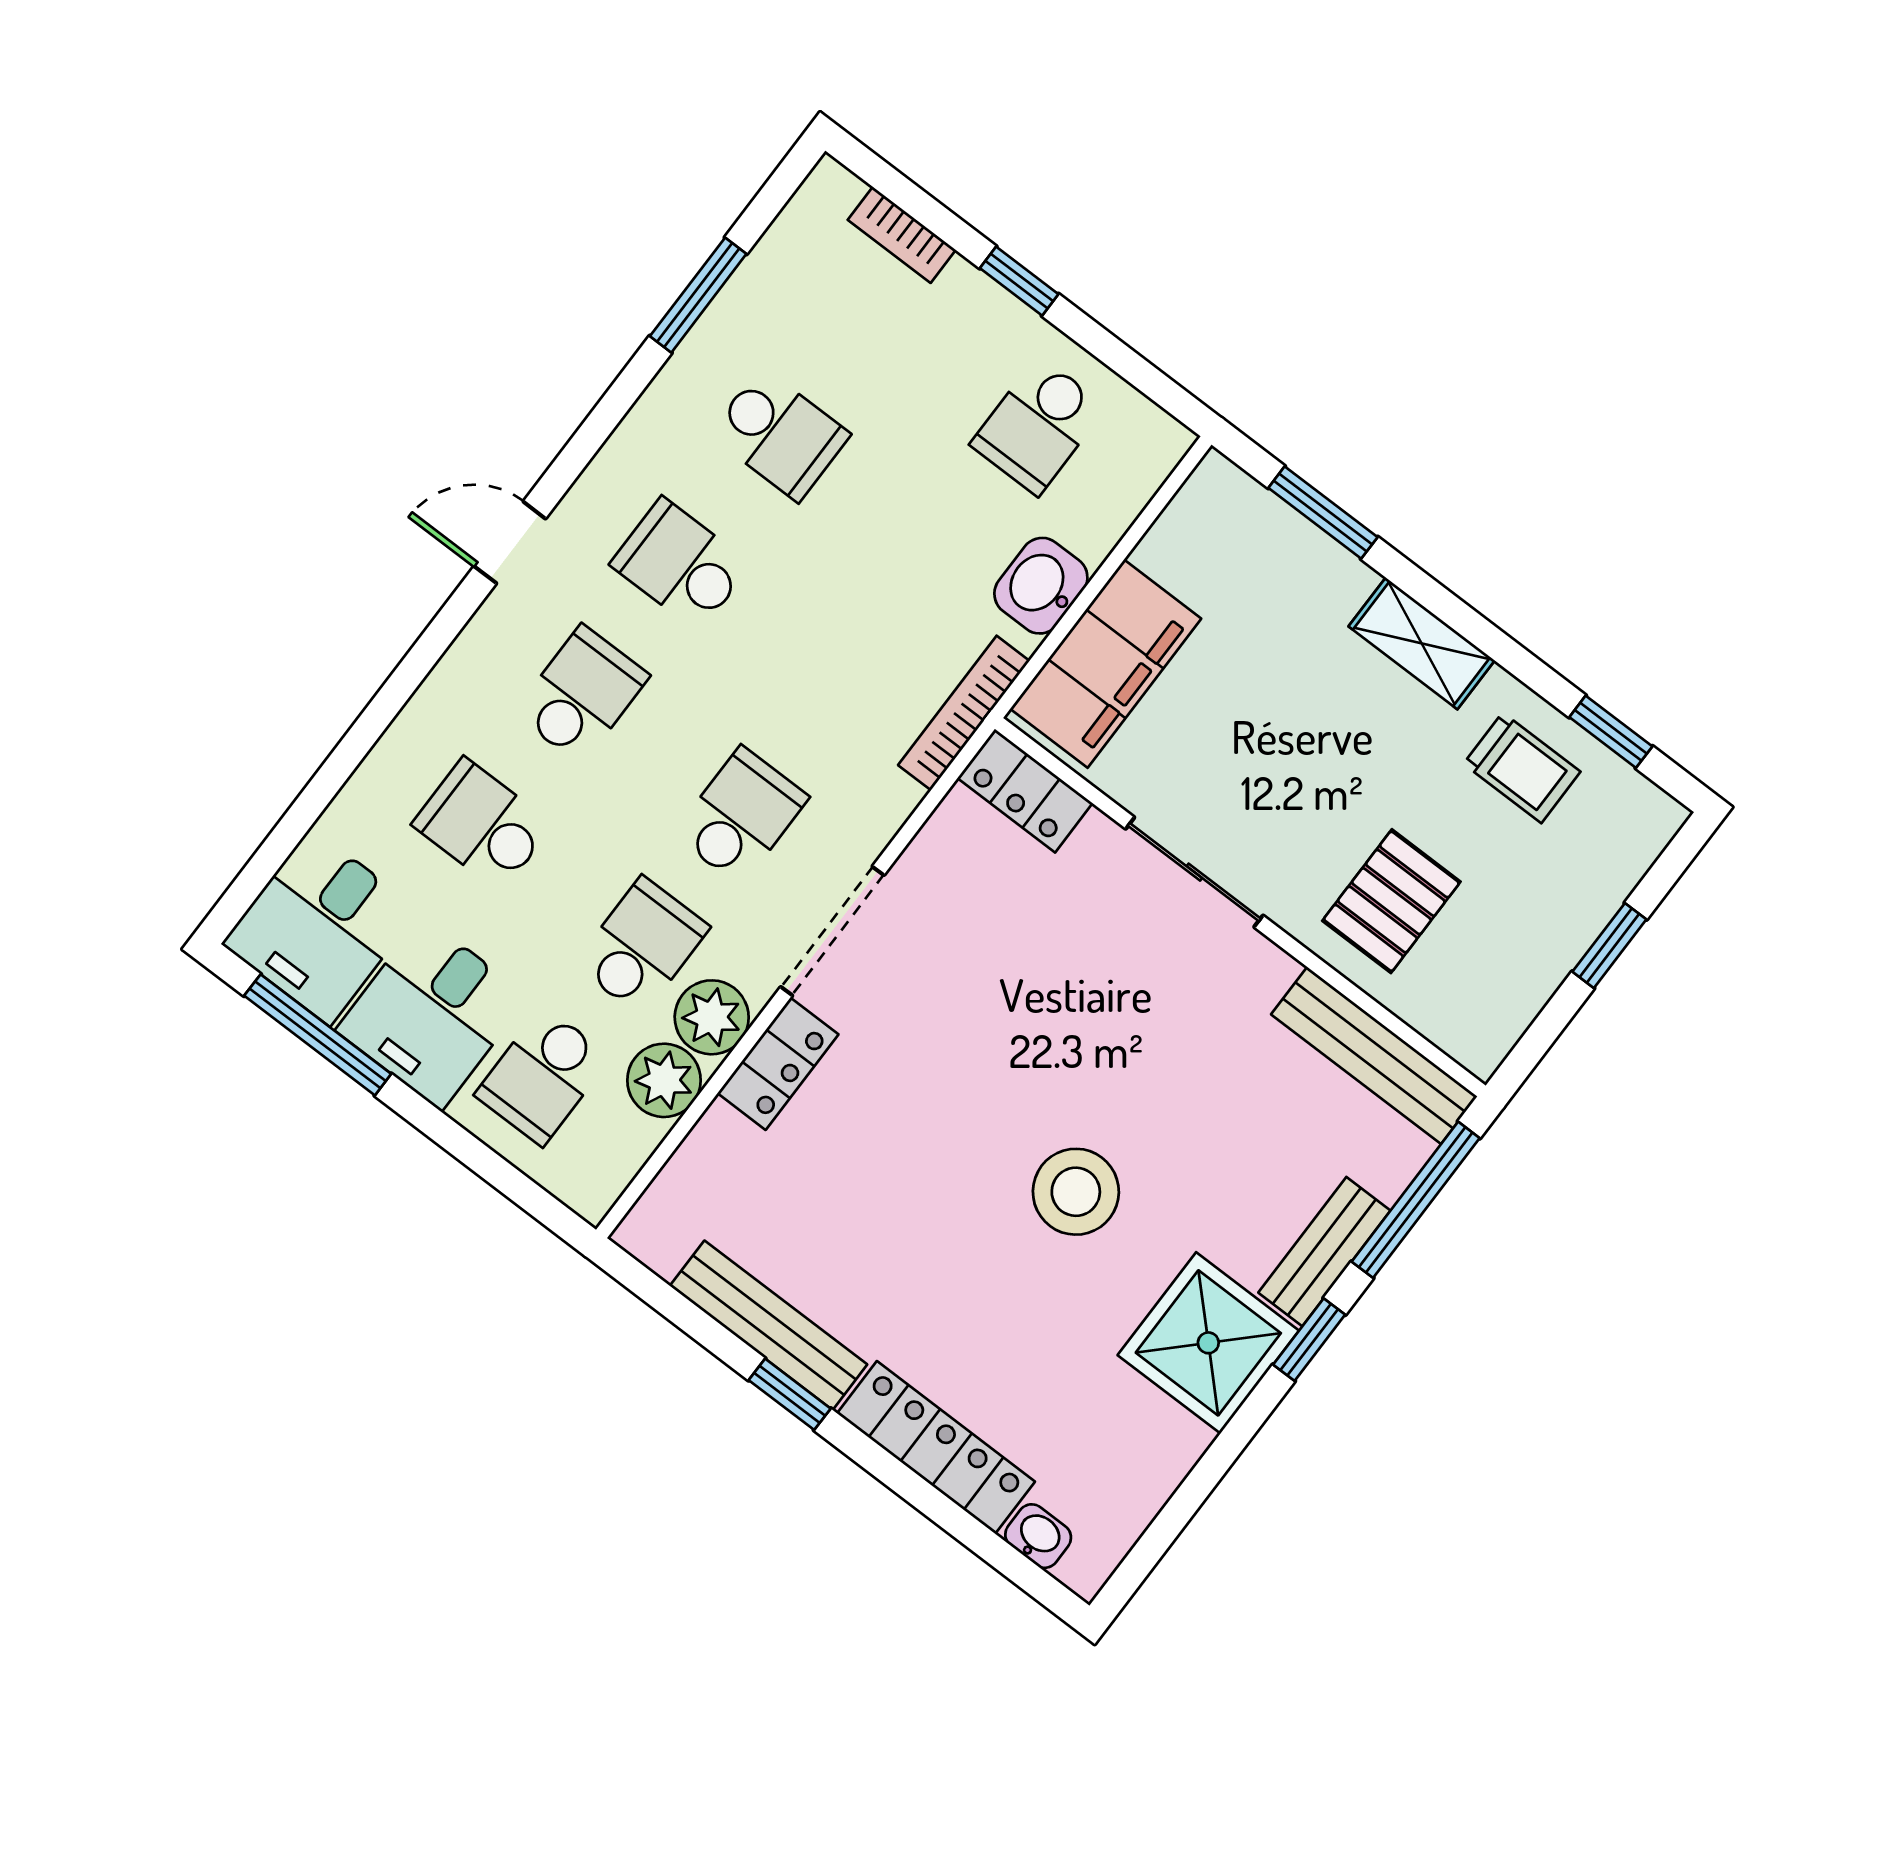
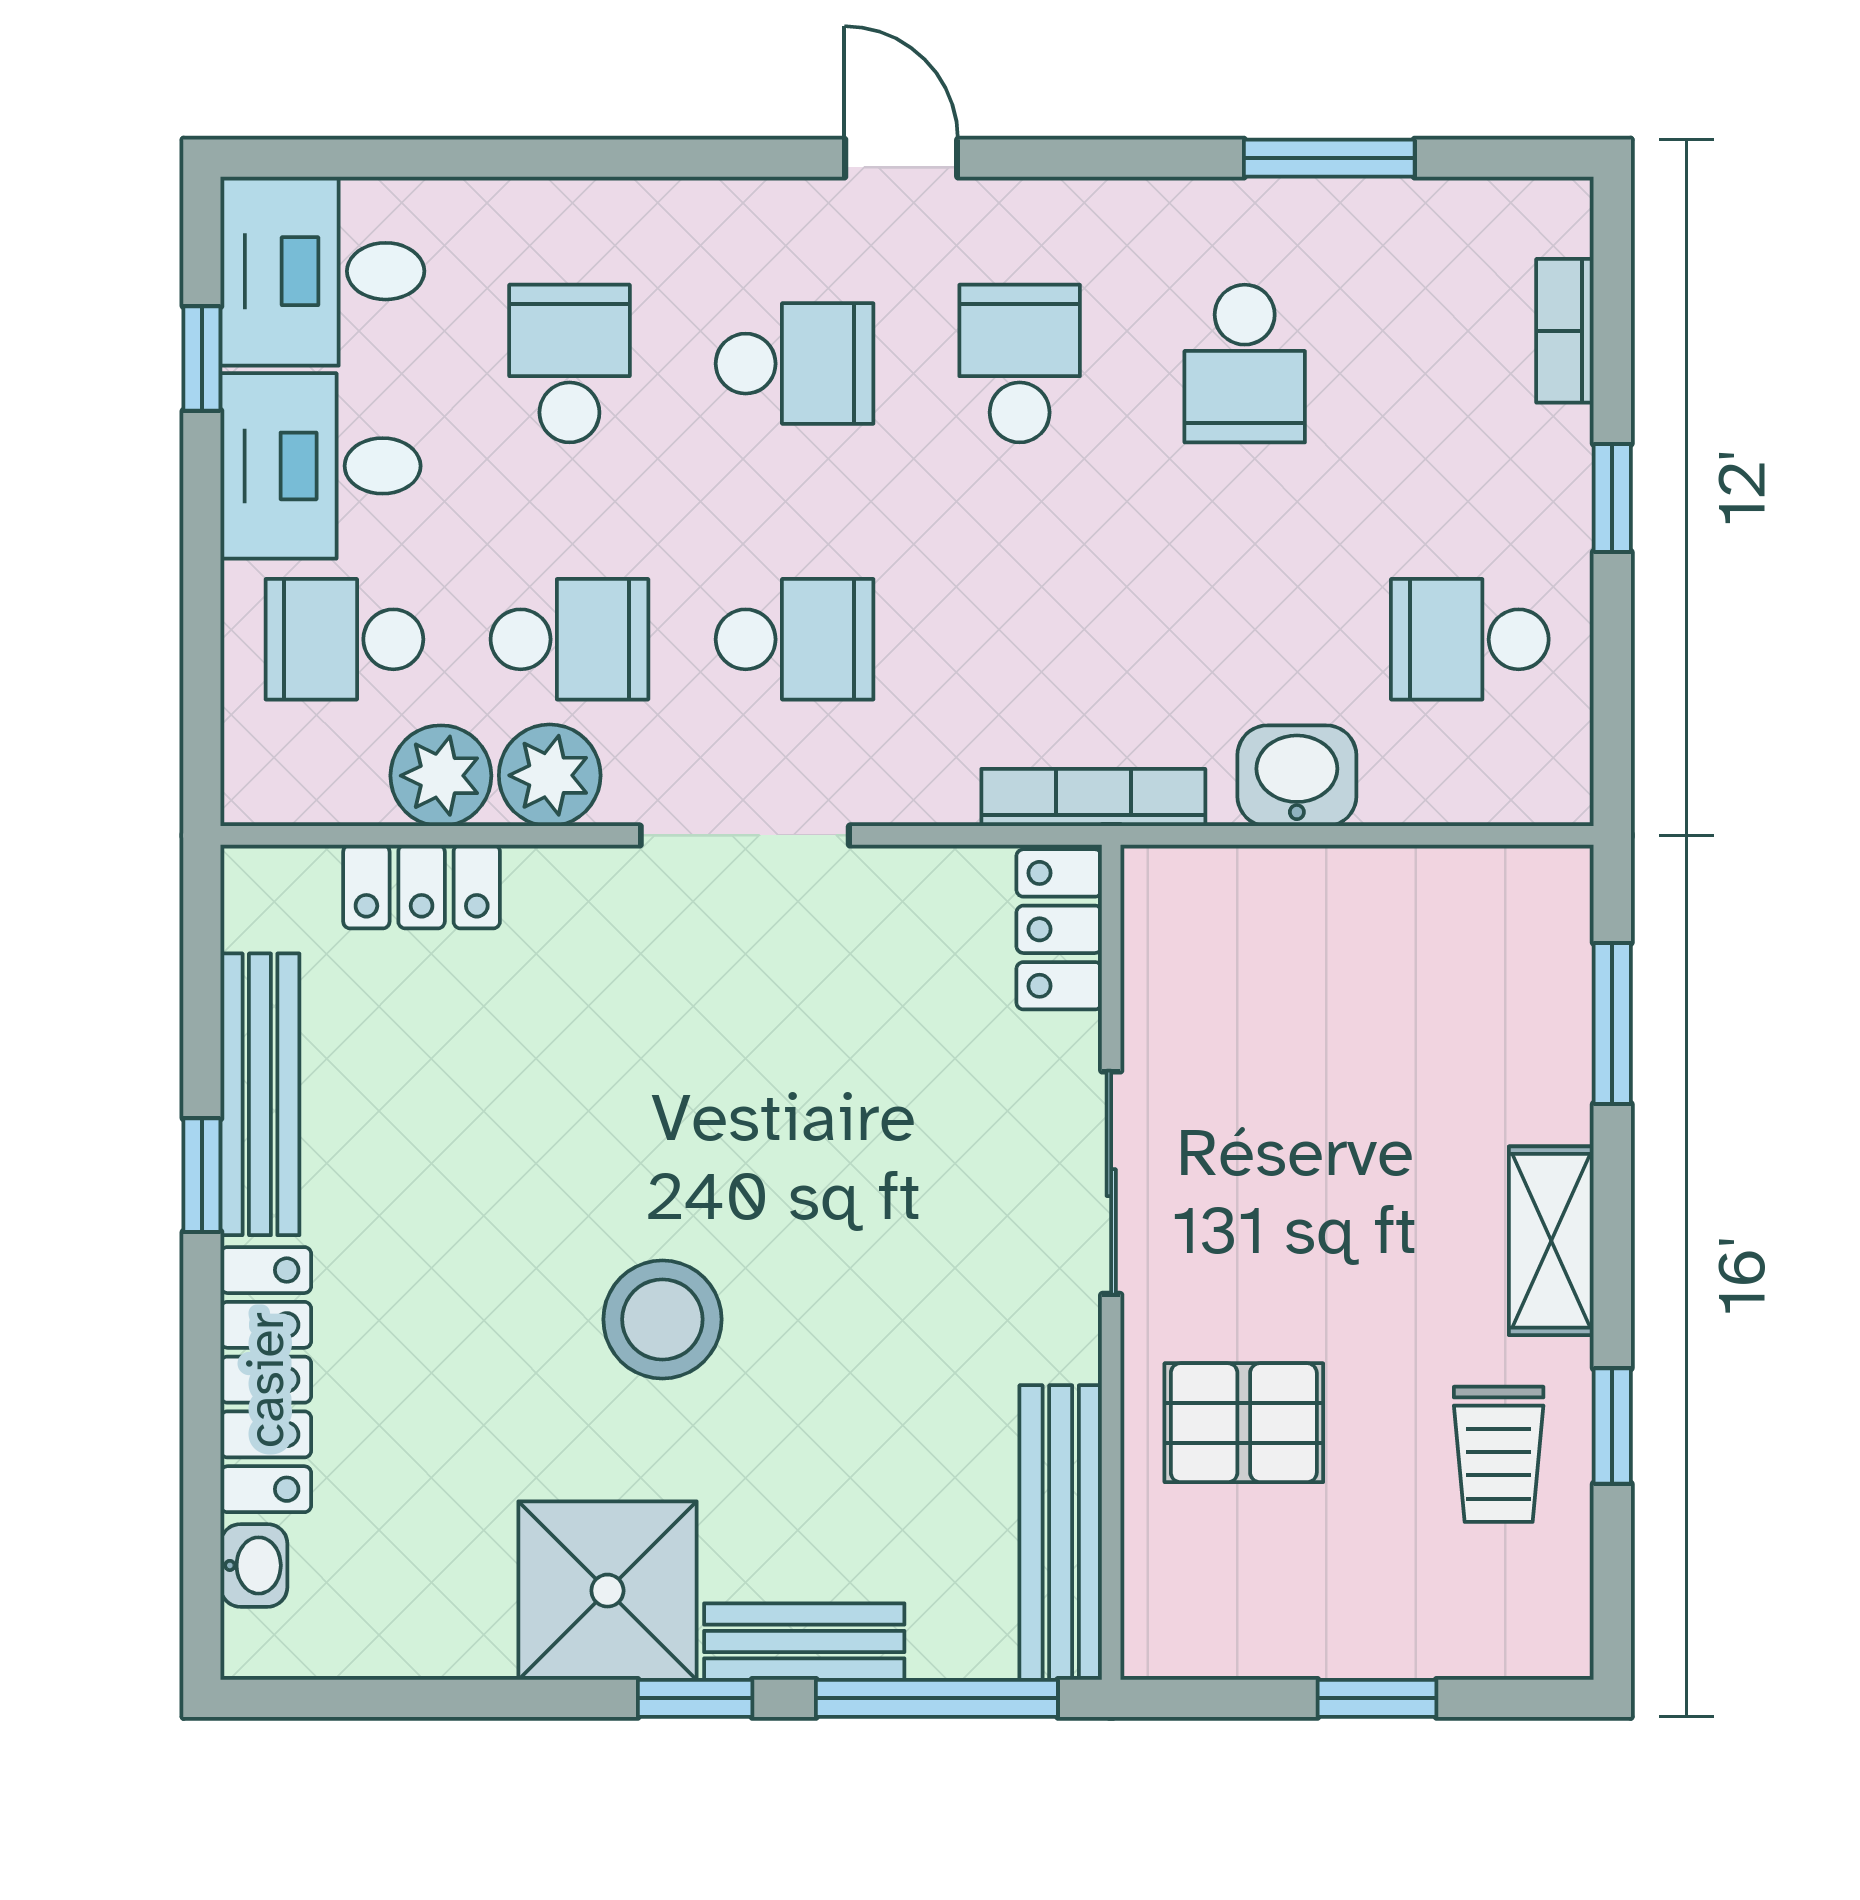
filing cabinet: (1106, 664) -> (1265, 912), removed
window: (1611, 732) -> (1612, 1426), moved
window: (318, 1035) -> (202, 358), width x0.46
locker: (778, 1064) -> (422, 887), moved

